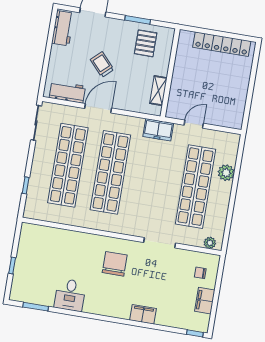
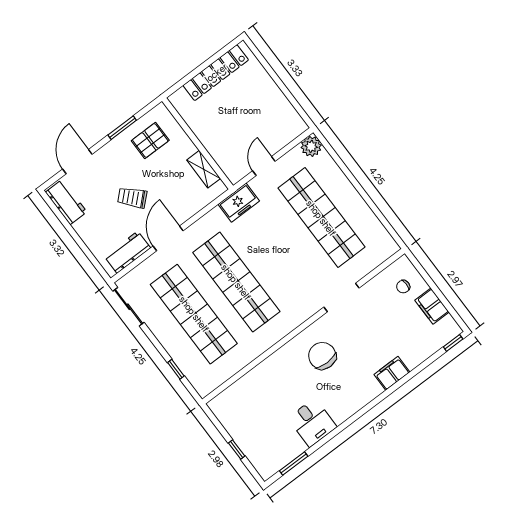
pallet: (146, 43) -> (150, 140), turned 90
plant: (226, 173) -> (311, 146), moved
plant: (210, 243) -> (384, 252), removed

